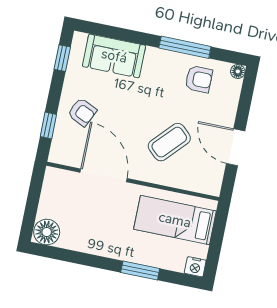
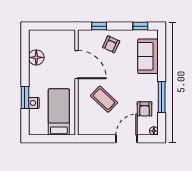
door: (236, 147) -> (126, 139), moved
door: (104, 175) -> (76, 65), hinge flipped
floor lamp: (47, 232) -> (36, 57), moved
nightstand: (195, 267) -> (34, 103), moved

